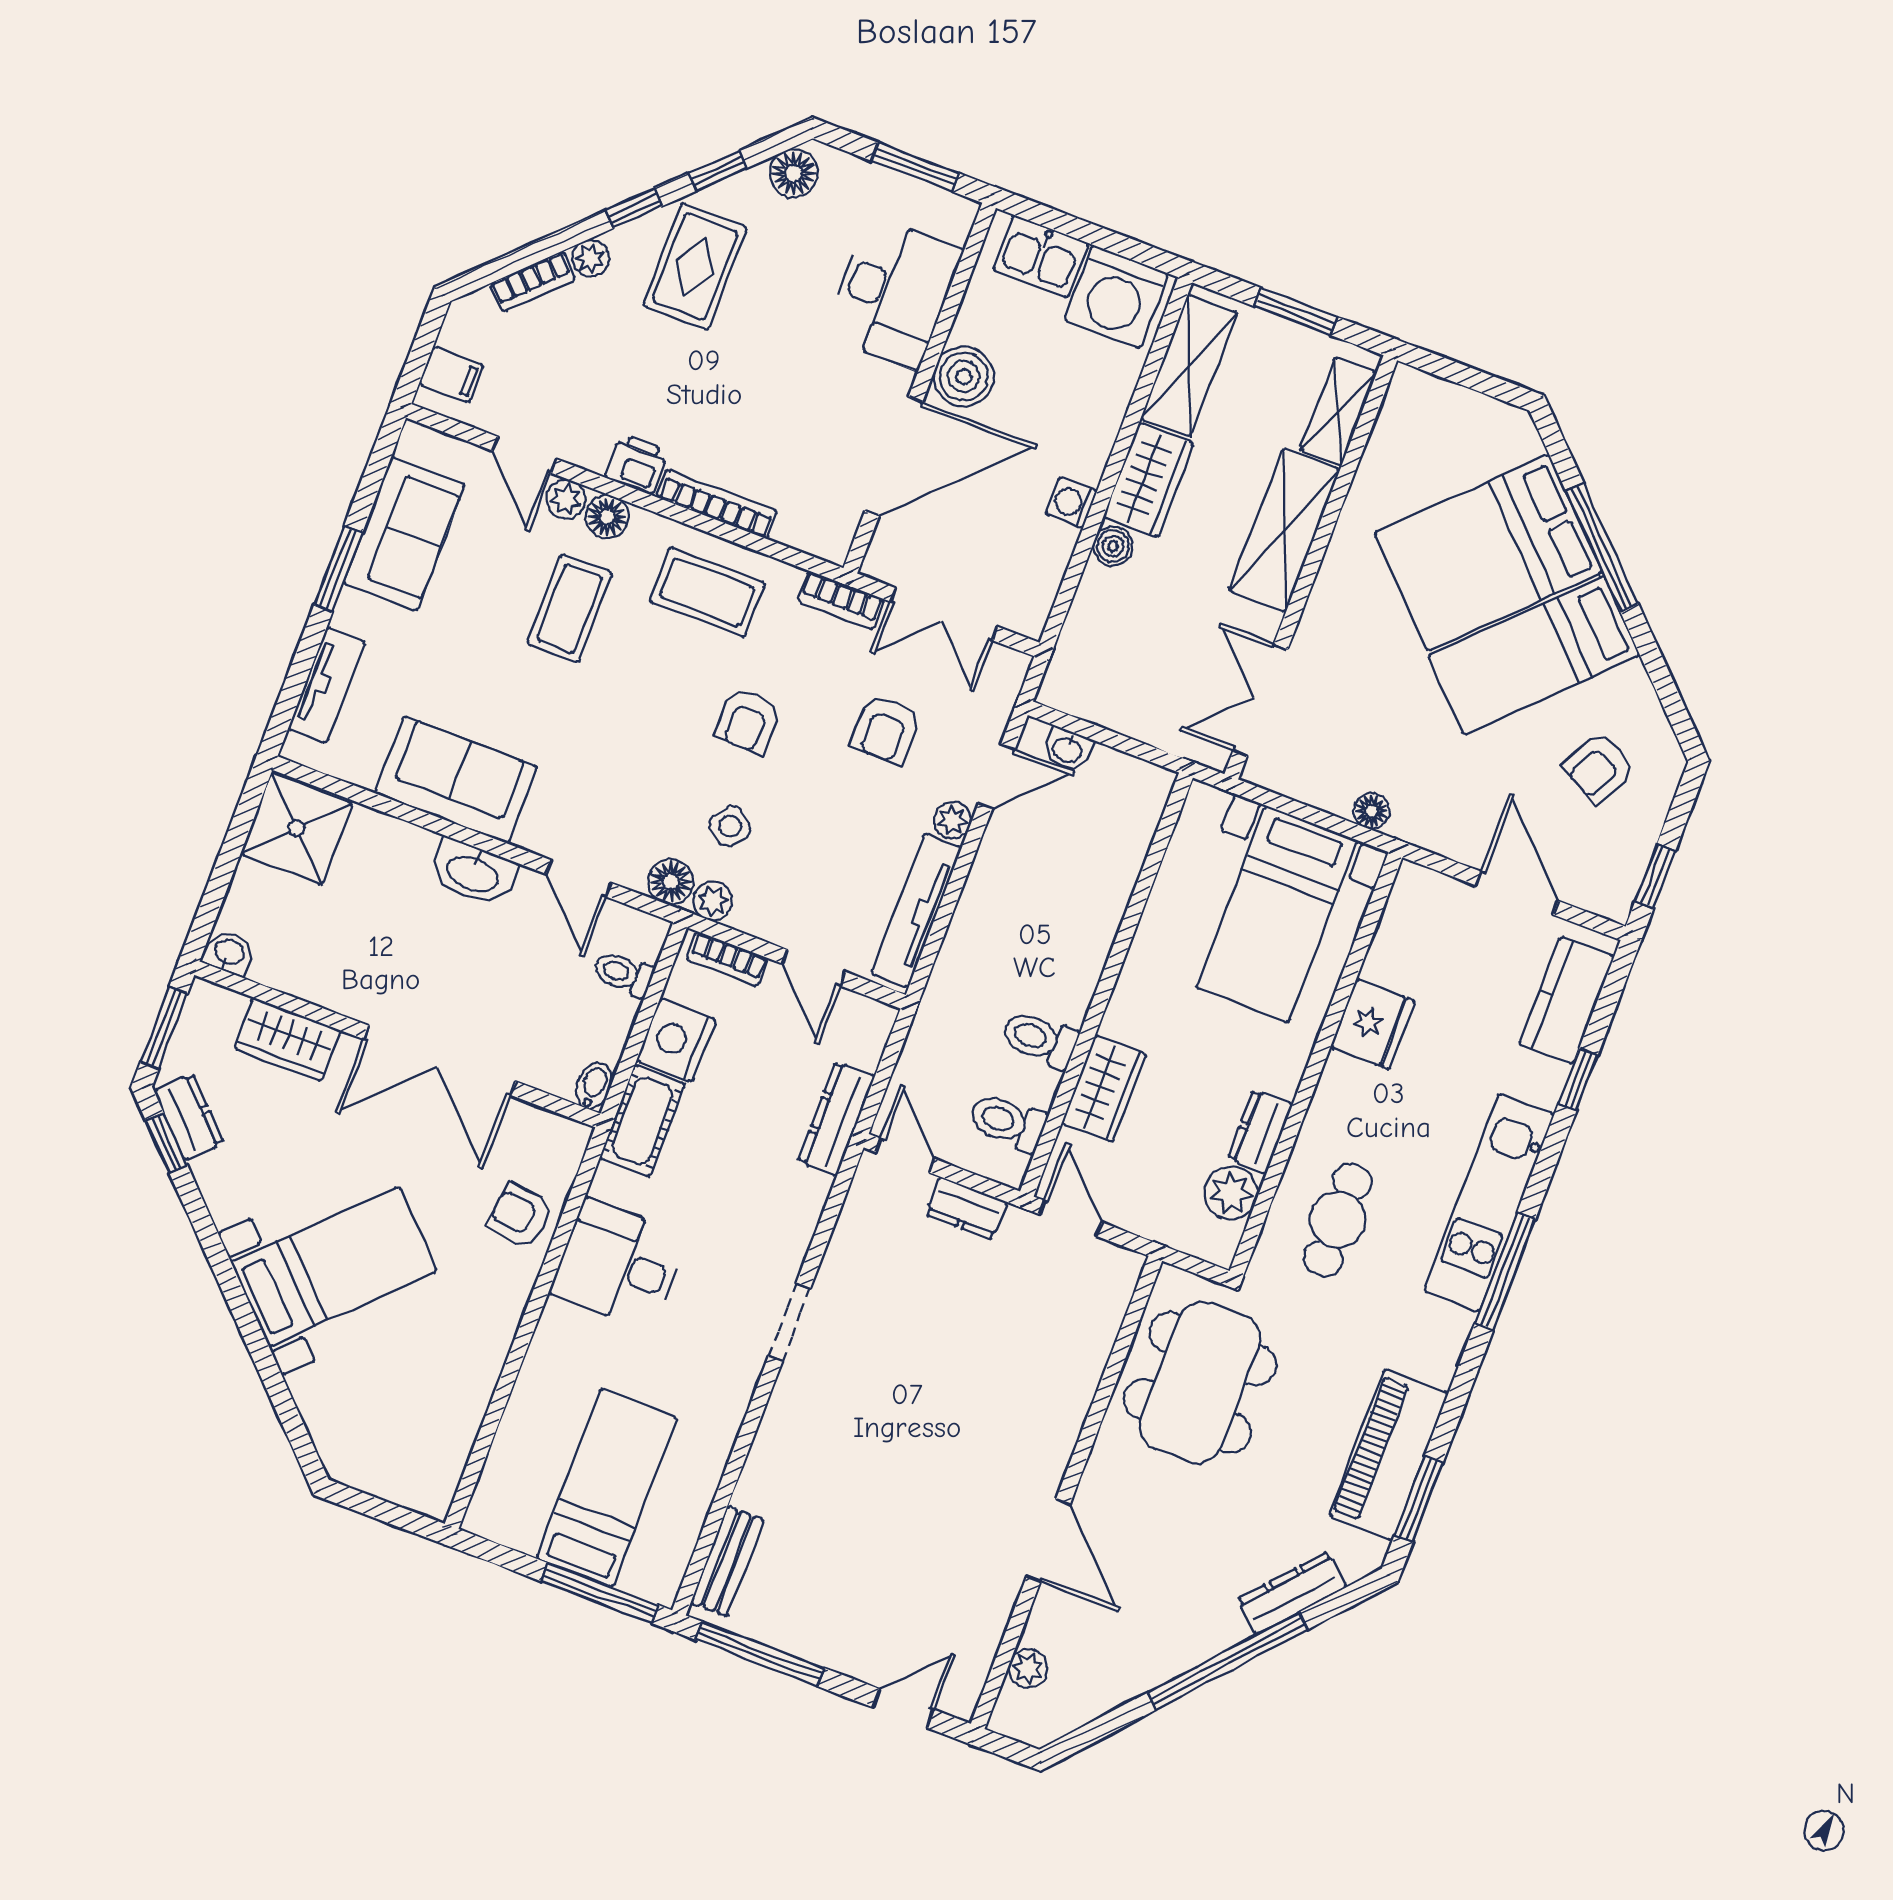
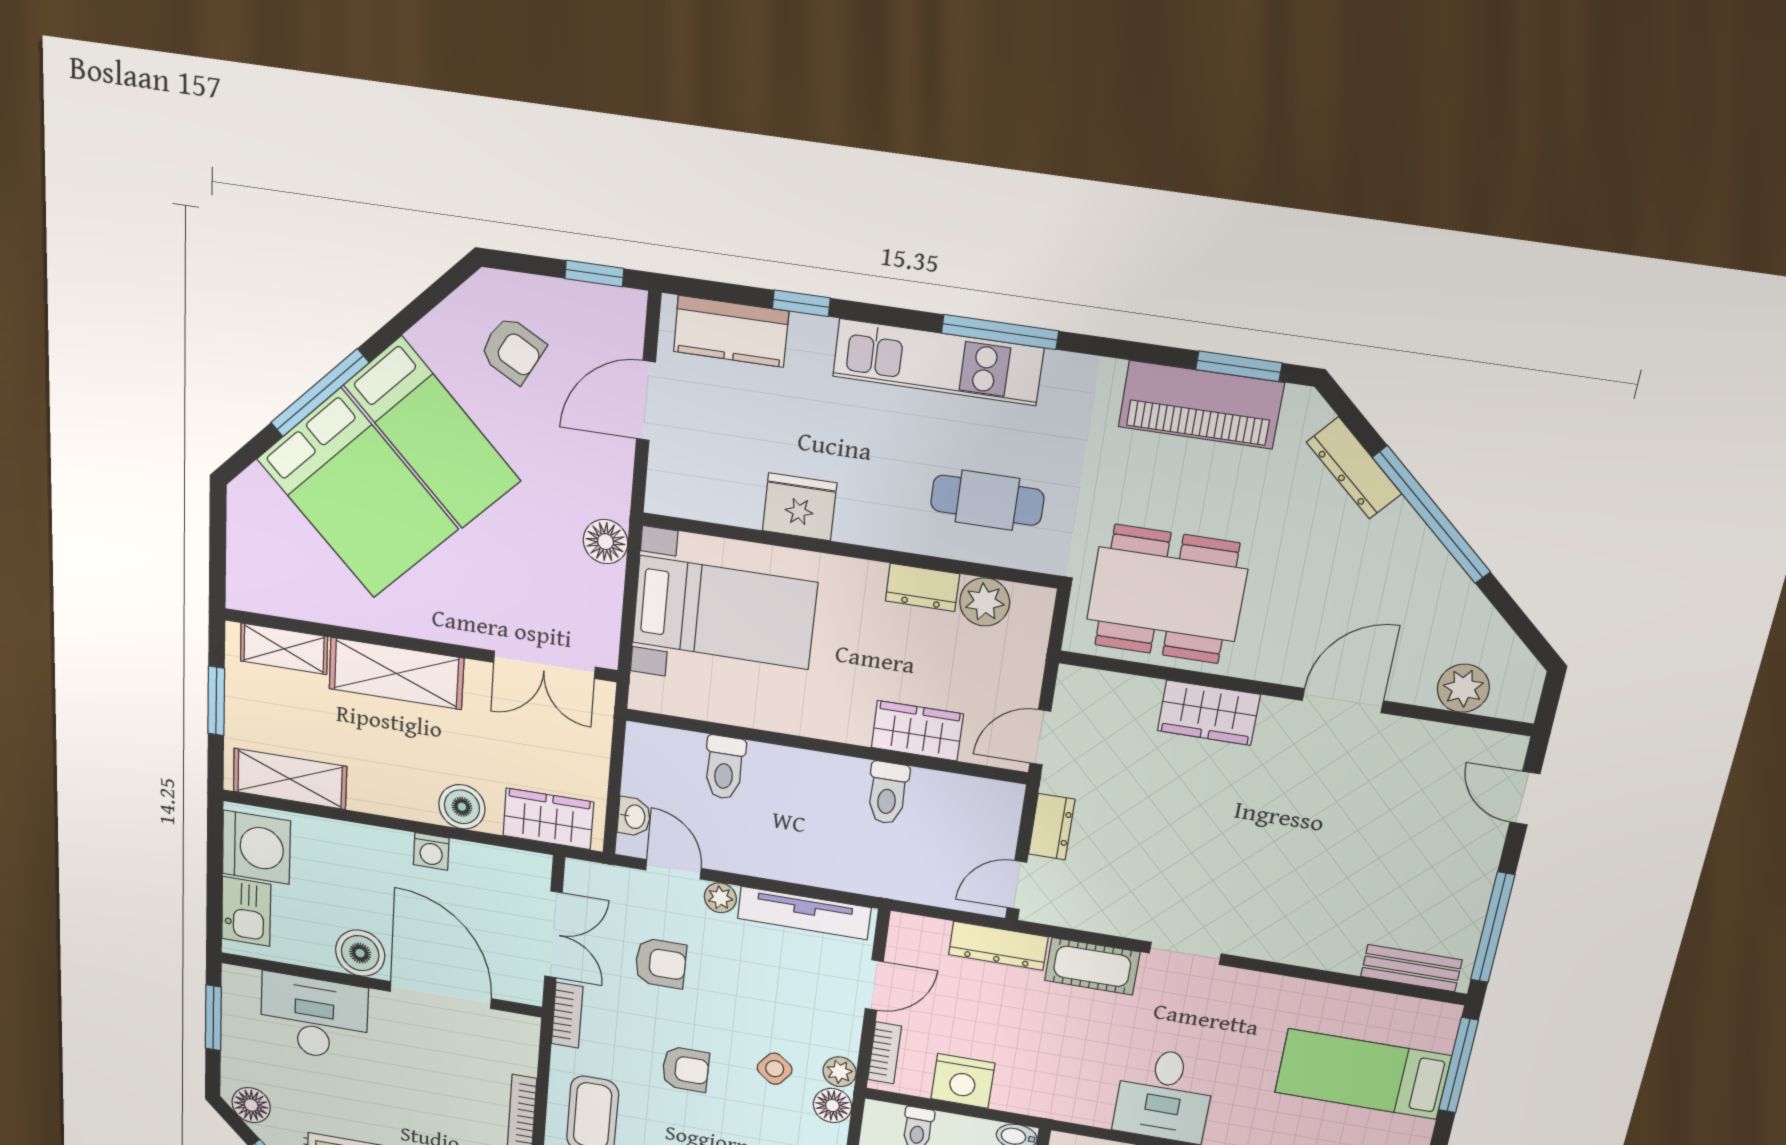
wardrobe: (1148, 480) -> (548, 819), moved
boiler: (1113, 546) -> (462, 807), width x1.36, depth x1.36
floor lamp: (1372, 811) -> (605, 542), width x1.37, depth x1.37
cot: (642, 1121) -> (1092, 966), moved
toilet: (1007, 1122) -> (724, 767), moved
wardrobe: (1063, 1400) -> (1209, 713), added
plant: (1028, 1668) -> (1463, 688), width x1.38, depth x1.38

